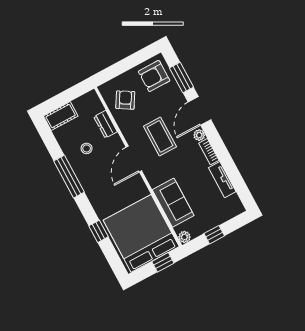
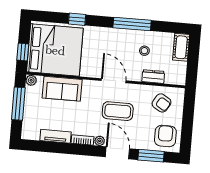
window: (214, 235) -> (18, 104), width x2.17

